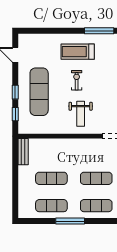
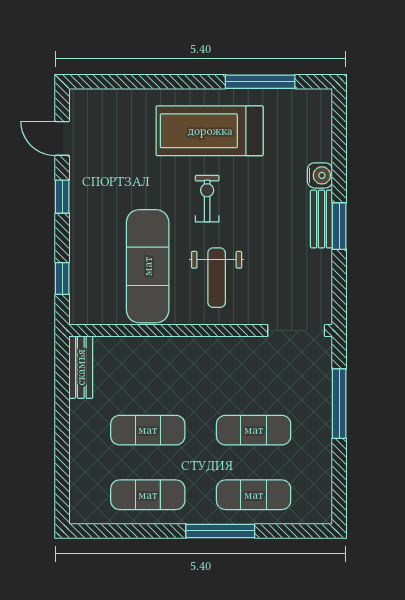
treadmill: (78, 52) -> (210, 131), width x1.37, depth x1.38
window: (15, 92) -> (62, 197), moved
exercise mat: (39, 92) -> (148, 266), moved
window: (70, 221) -> (220, 531), moved

